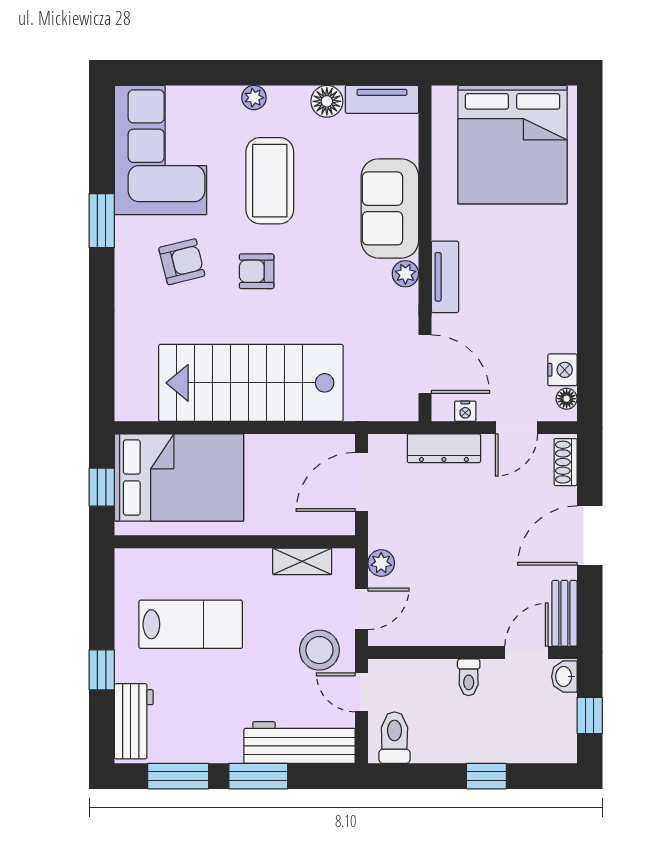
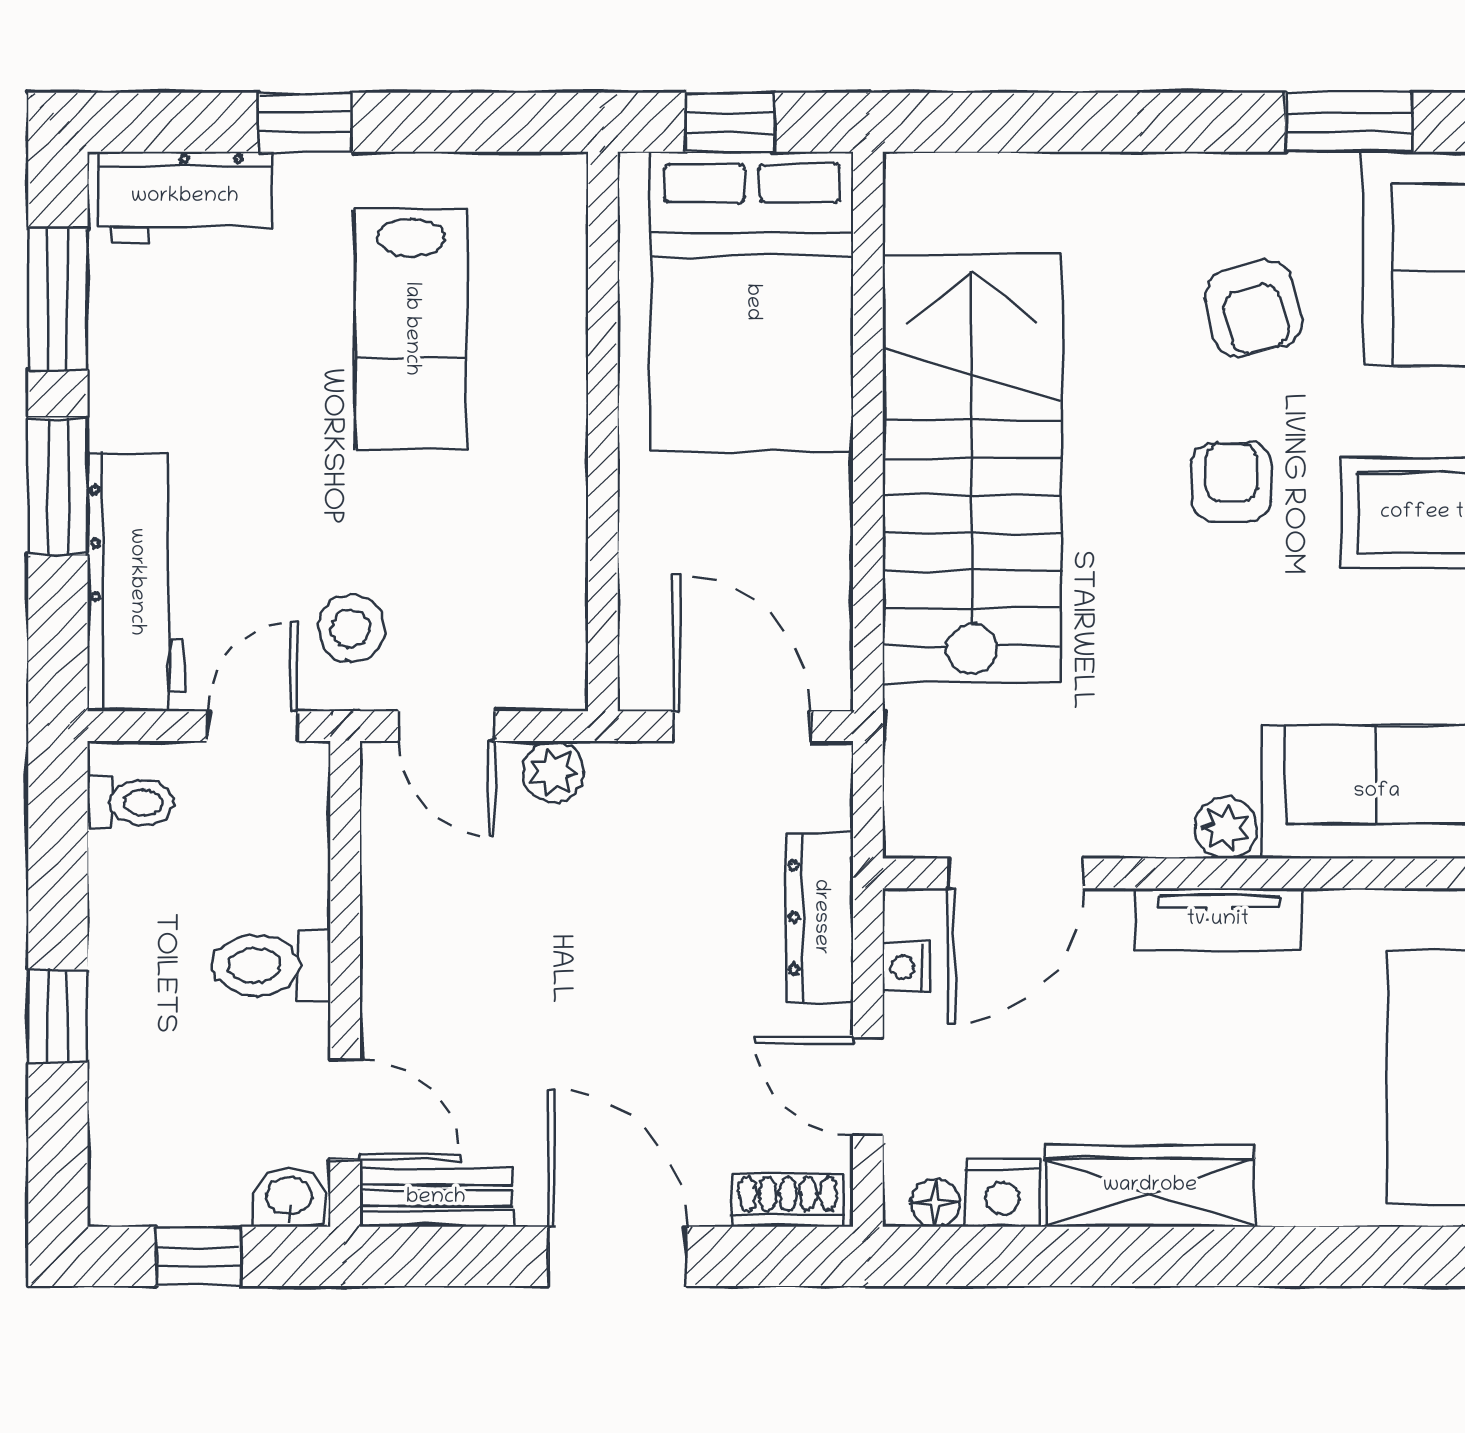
wardrobe: (560, 306) -> (1150, 1186), added
shelving: (302, 561) -> (557, 588), removed
stool: (319, 650) -> (351, 628), width x0.73, depth x0.73
toilet: (469, 677) -> (271, 965), width x1.37, depth x1.39
toilet: (394, 738) -> (131, 803), width x0.73, depth x0.72

